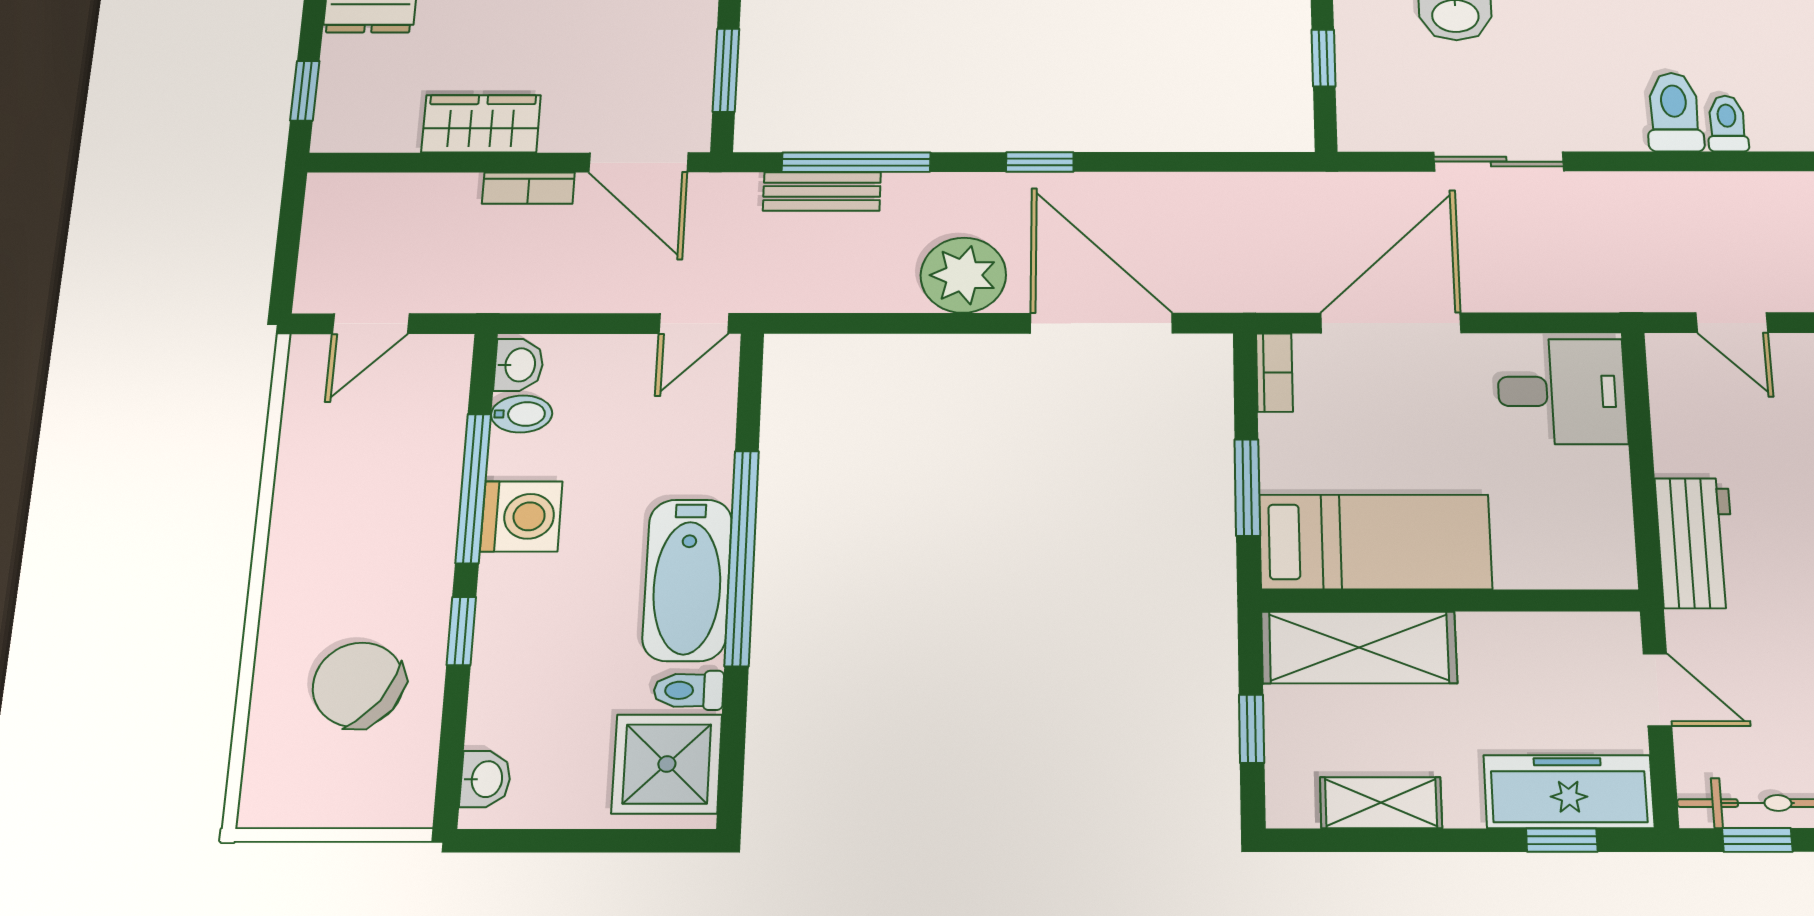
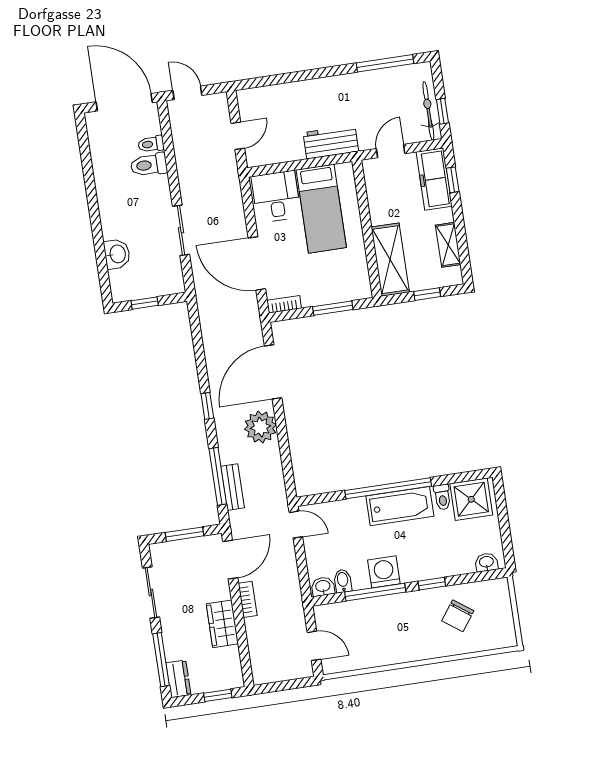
bed: (1375, 542) -> (321, 209), moved, turned 180
chair: (358, 685) -> (458, 616), width x0.73, depth x0.73

